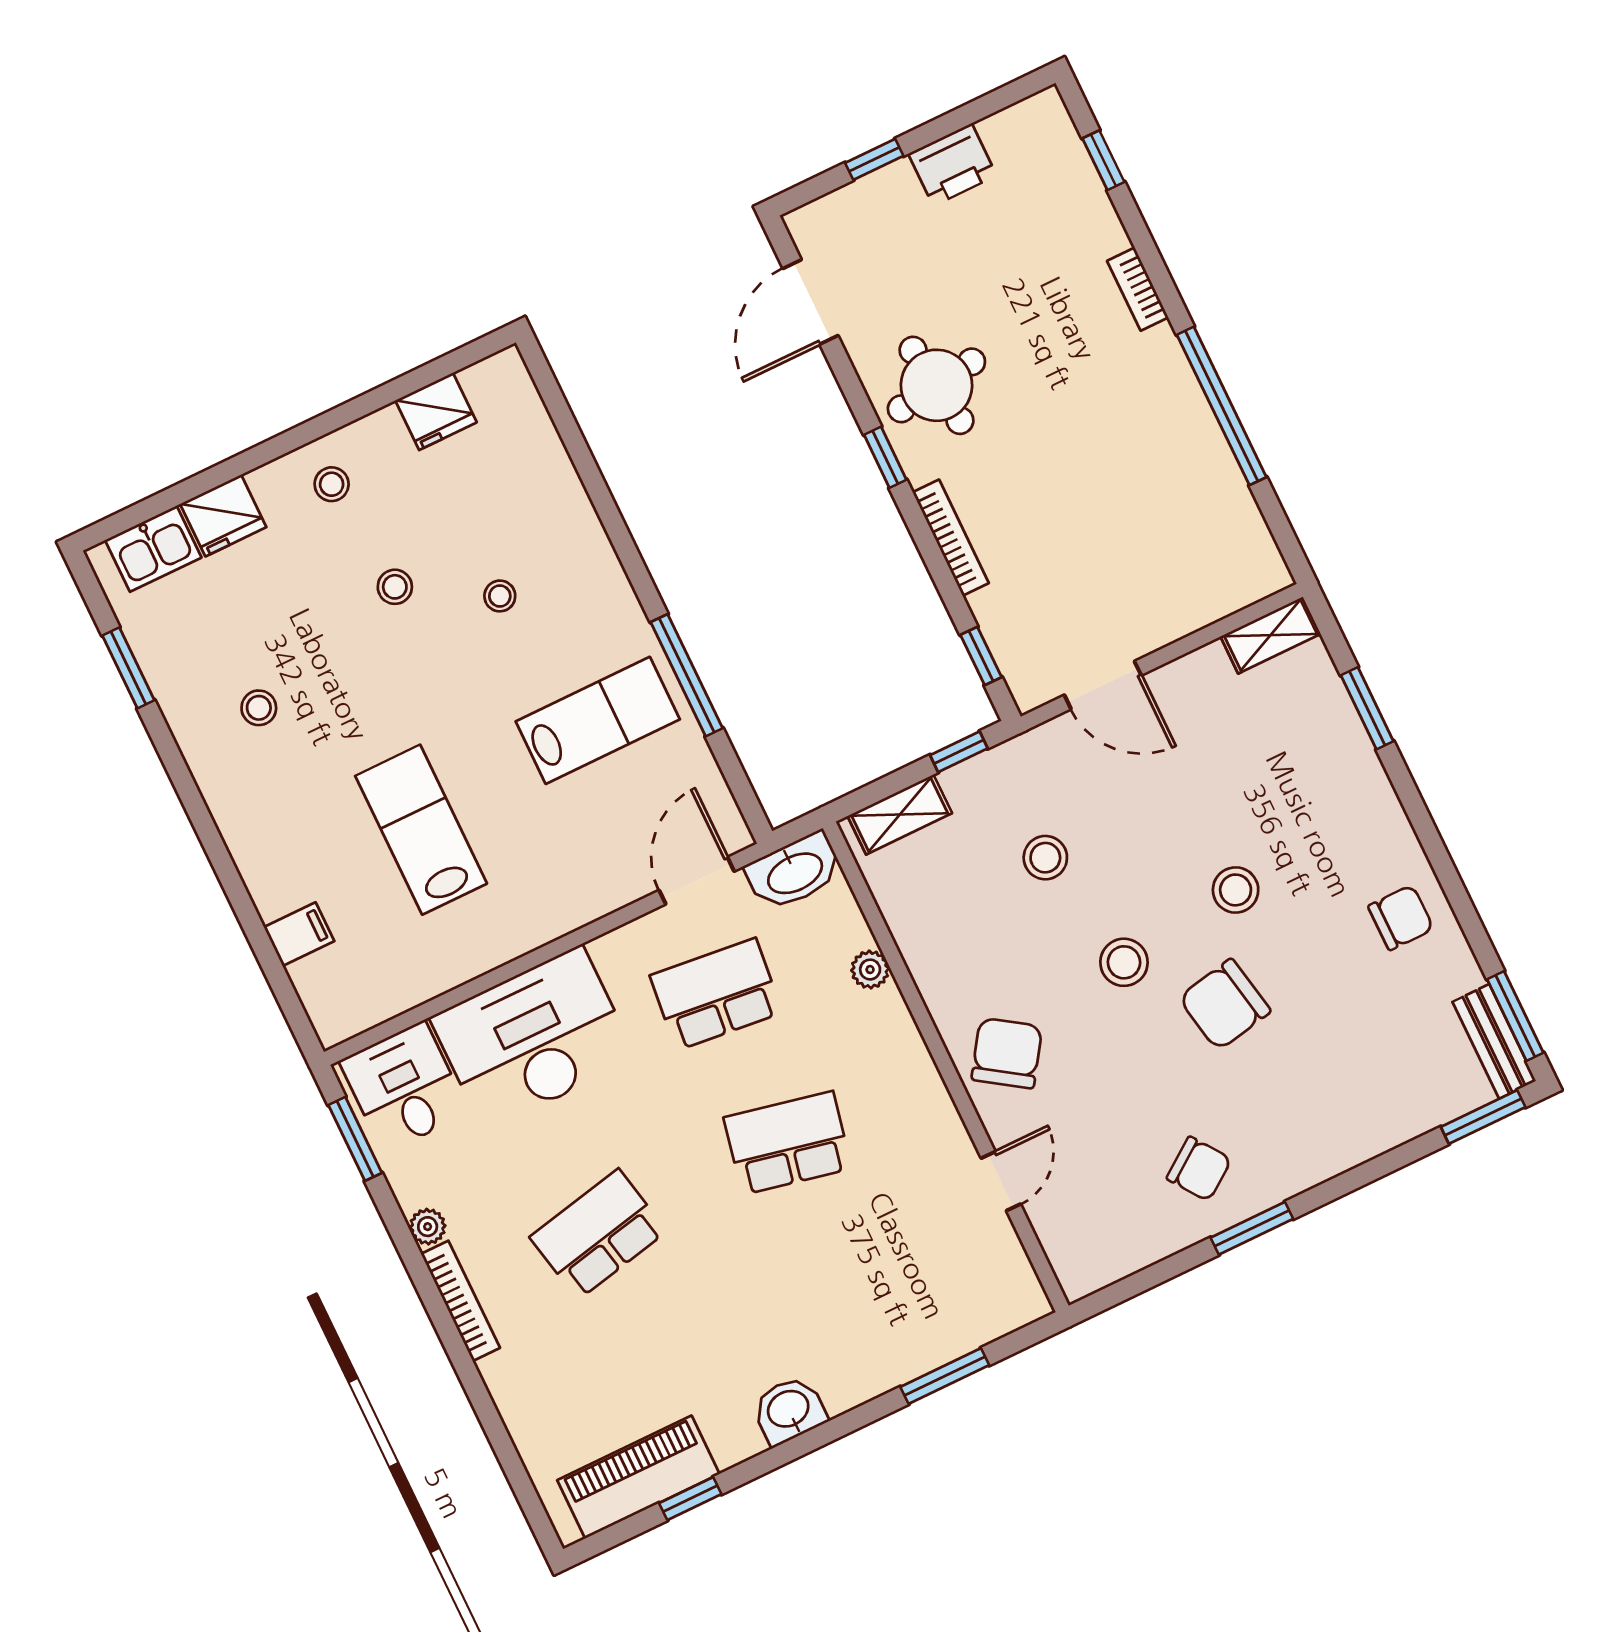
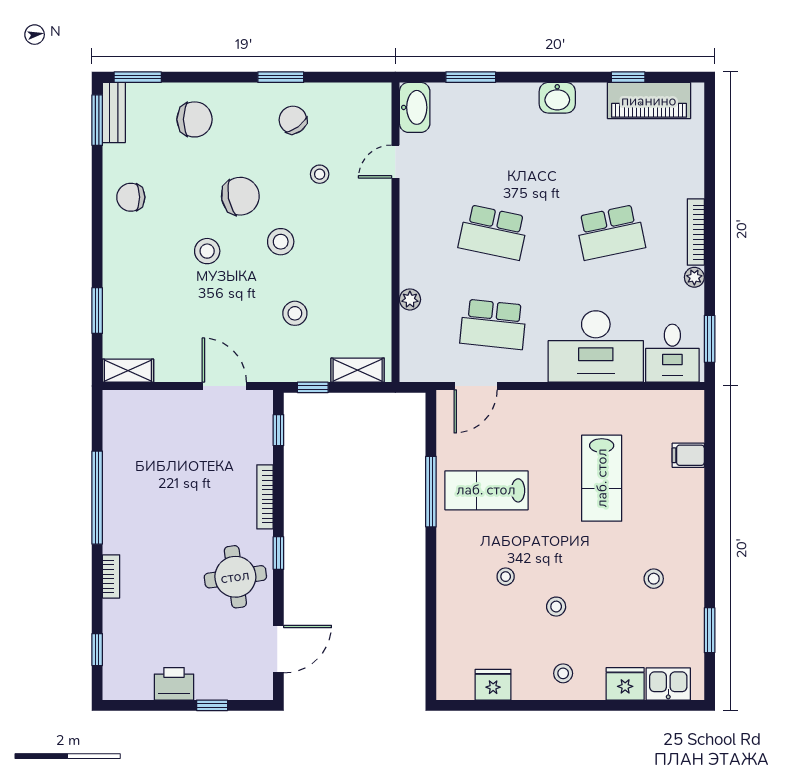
washbasin: (794, 872) -> (415, 107), moved, turned 90
chair: (1007, 1053) -> (195, 119), moved, turned -124
stool: (1114, 1102) -> (320, 174), added

